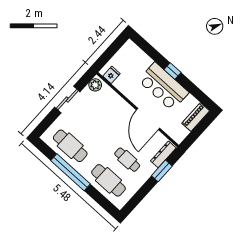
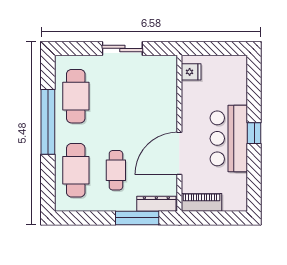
plant: (95, 85) -> (165, 64), removed
piano: (196, 117) -> (201, 202), moved
window: (162, 171) -> (137, 218), width x1.44

